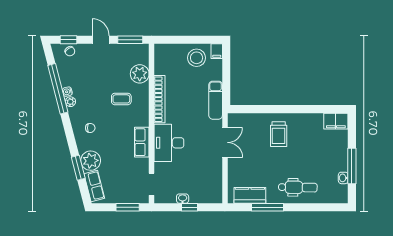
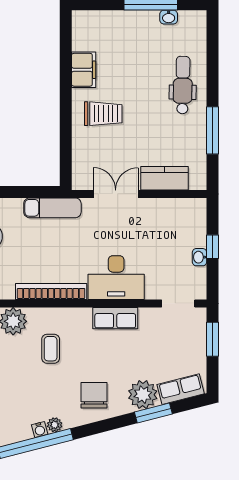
filing cabinet: (336, 121) -> (84, 70), moved
chair: (90, 128) -> (94, 395), width x1.87, depth x1.87
kitchen counter: (250, 195) -> (165, 178), moved, turned 90

